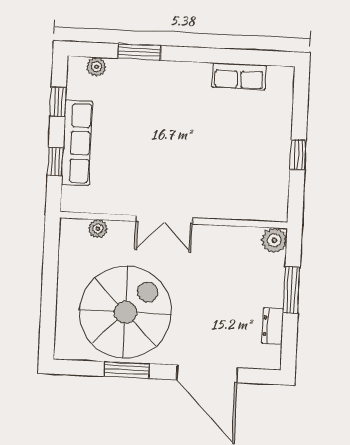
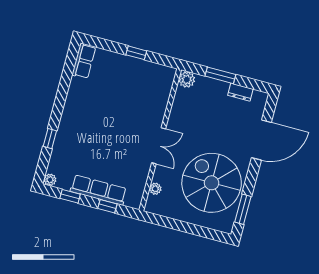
window: (139, 52) -> (50, 139), width x0.67
plant: (96, 67) -> (50, 180), moved
row of seats: (239, 76) -> (84, 61), moved
window: (126, 370) -> (243, 209), moved

